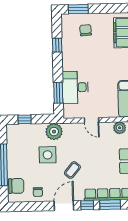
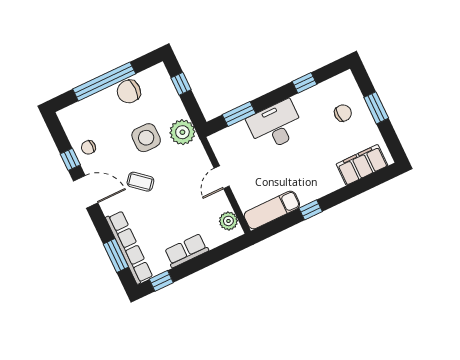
window: (78, 9) -> (376, 108), moved
desk: (75, 87) -> (275, 126), moved
chair: (16, 186) -> (129, 92), moved, turned 90
window: (87, 205) -> (70, 159), moved

